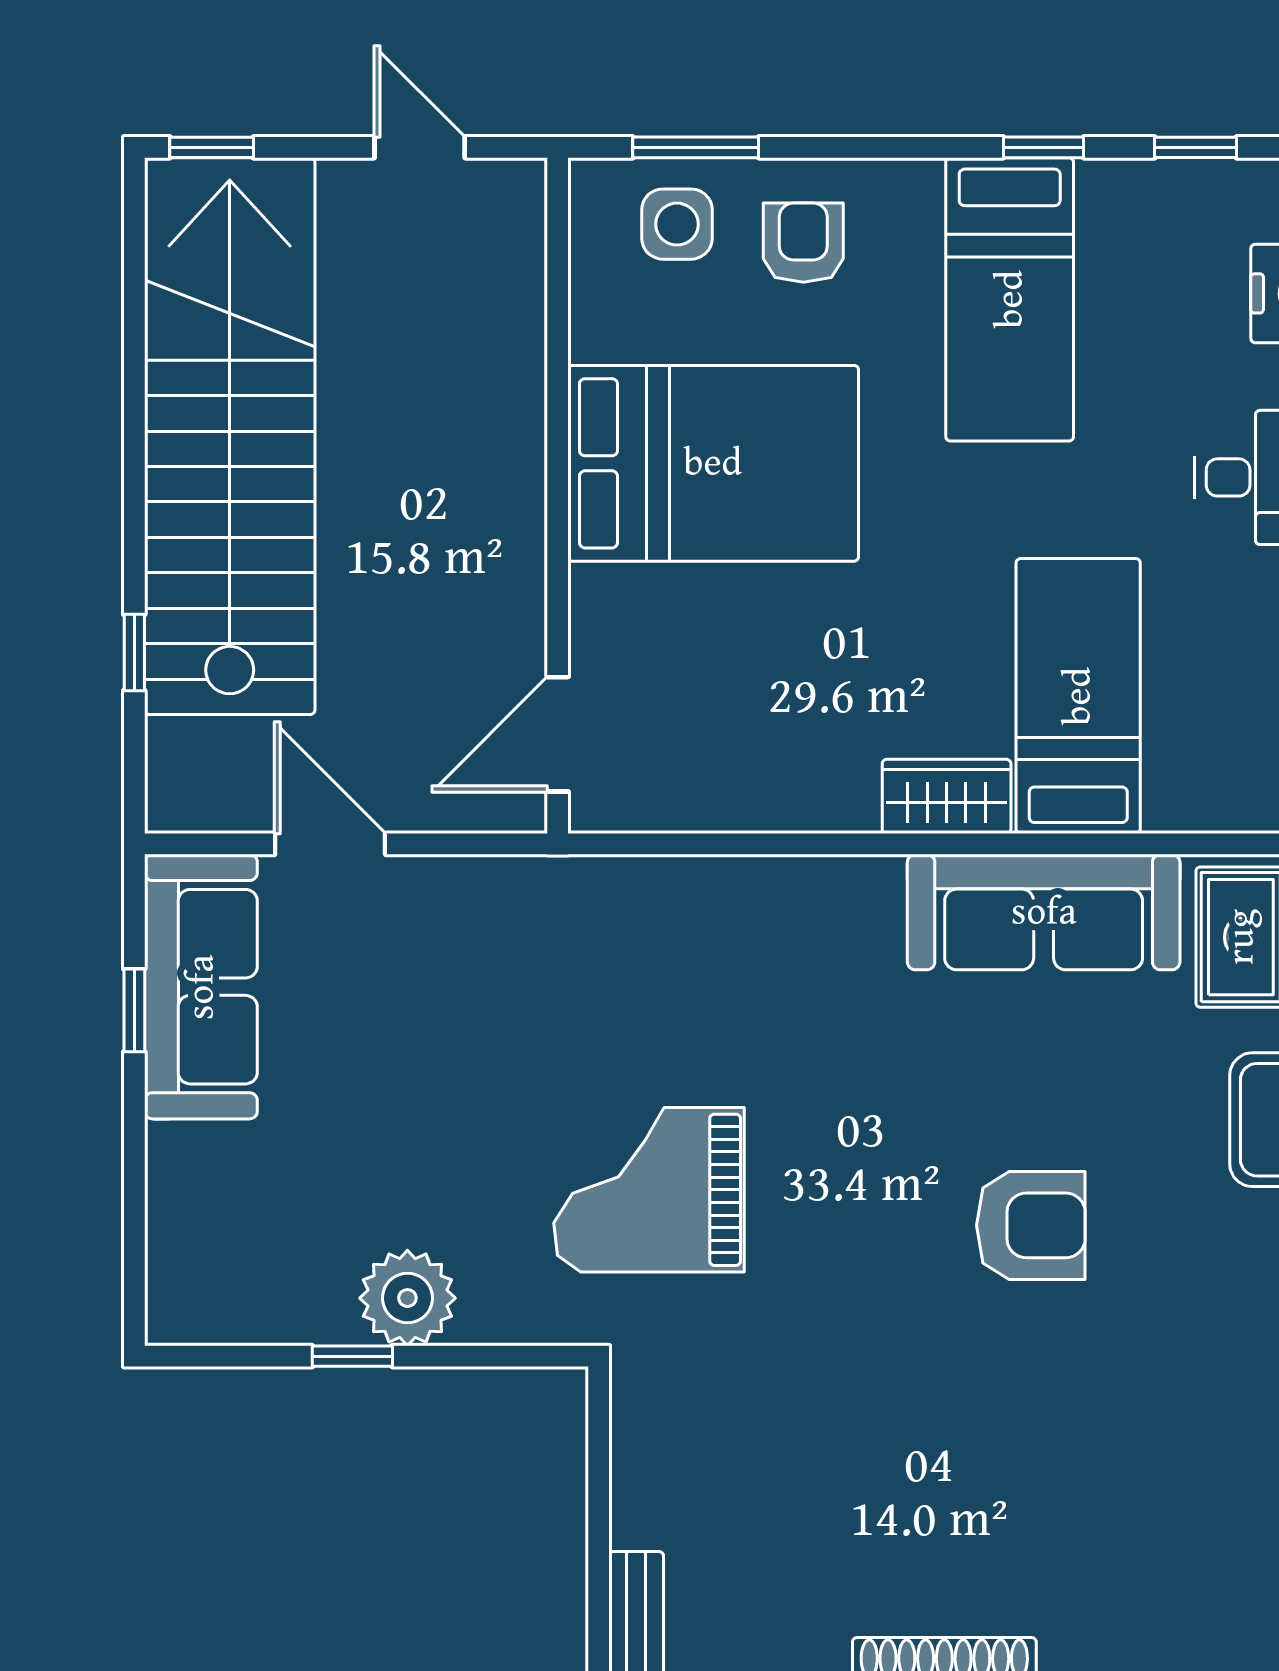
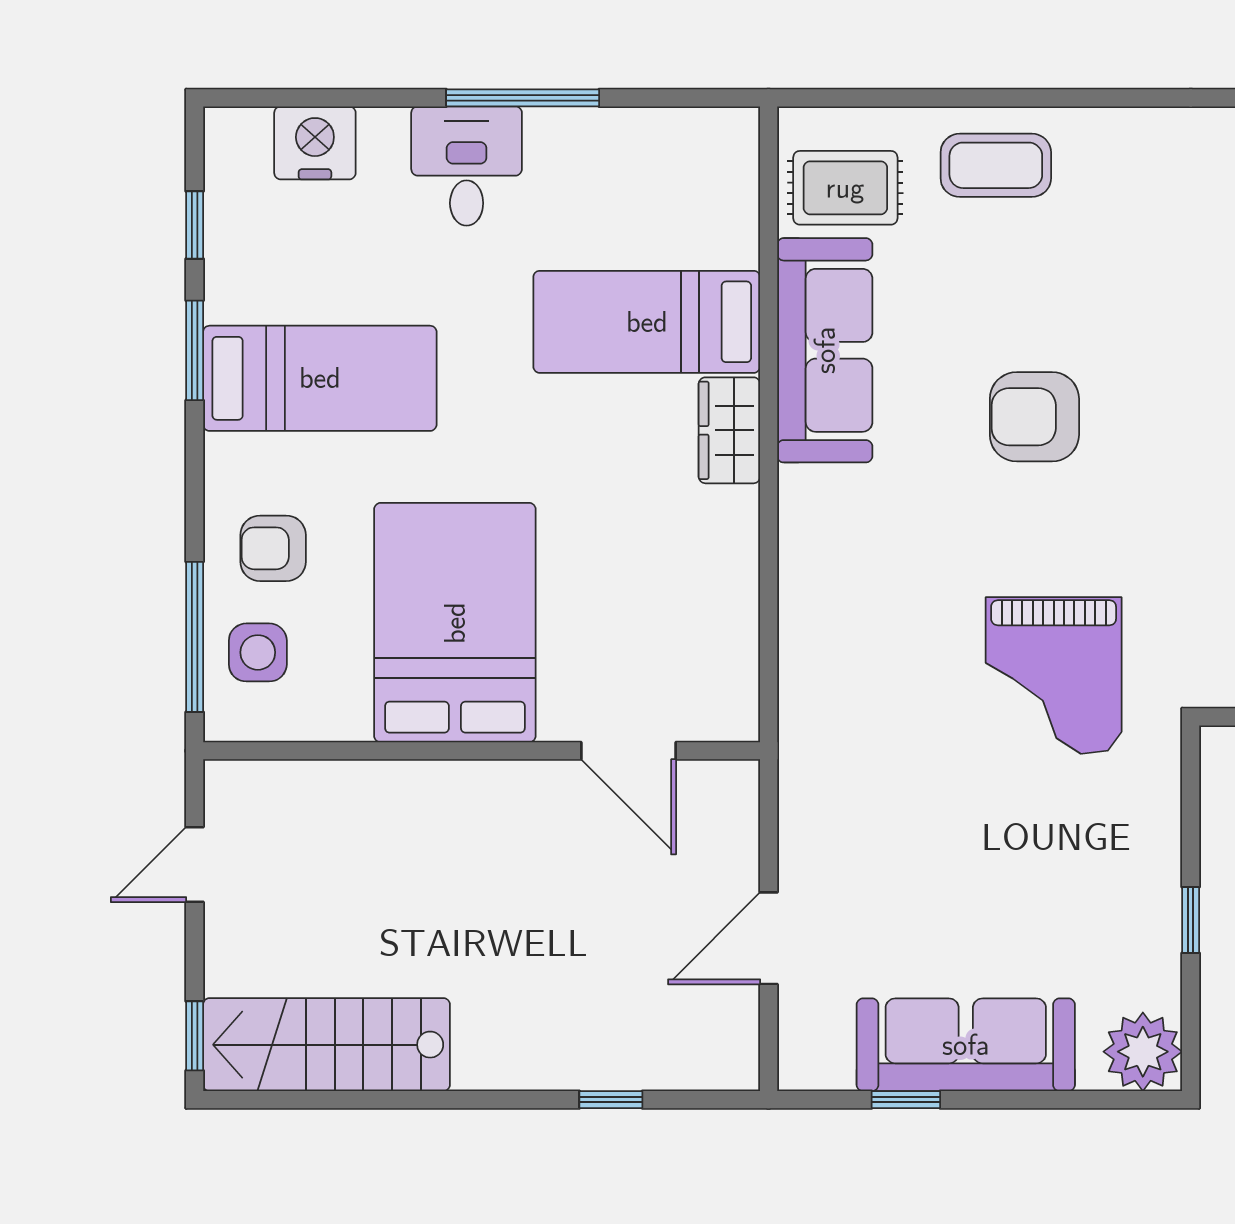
window: (696, 147) -> (195, 637), width x1.44
window: (1044, 147) -> (195, 350), width x1.50
stairs: (230, 436) -> (326, 1045), width x0.54, depth x0.66
door: (558, 734) -> (628, 751), moved
sofa: (201, 987) -> (966, 1045), moved
armchair: (1031, 1225) -> (1034, 417), moved, turned -90
plant: (407, 1298) -> (1143, 1052), moved

